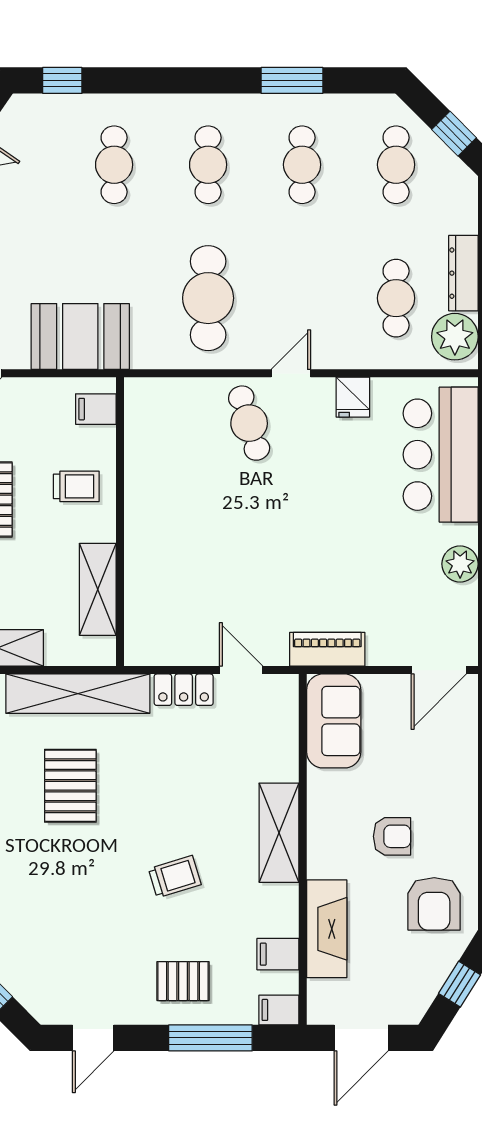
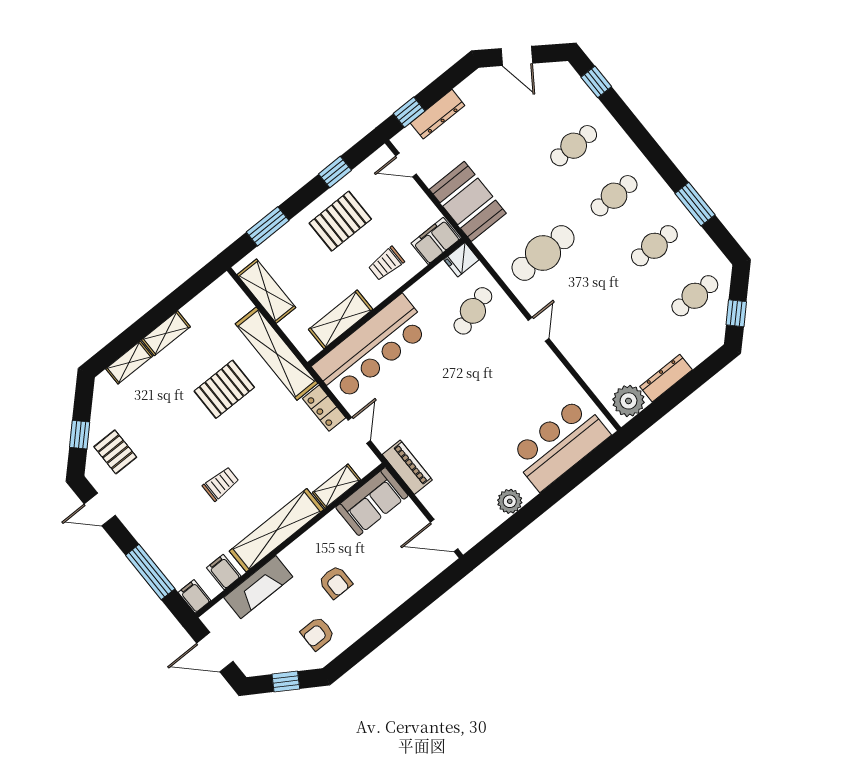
cafe table: (396, 298) -> (624, 353), removed
door: (291, 373) -> (539, 329), hinge flipped
fridge: (353, 397) -> (461, 260), moved
filing cabinet: (96, 409) -> (436, 241), width x2.00
cafe table: (249, 423) -> (473, 311), moved
trolley: (76, 486) -> (386, 264), turned 90
bar counter: (159, 581) -> (372, 348), added
shelving: (284, 747) -> (336, 486), added
shelving: (279, 833) -> (277, 530), width x1.47
trolley: (175, 877) -> (221, 484), turned -73
armchair: (434, 904) -> (318, 633), width x0.72, depth x0.72
pallet: (183, 981) -> (115, 452), moved

